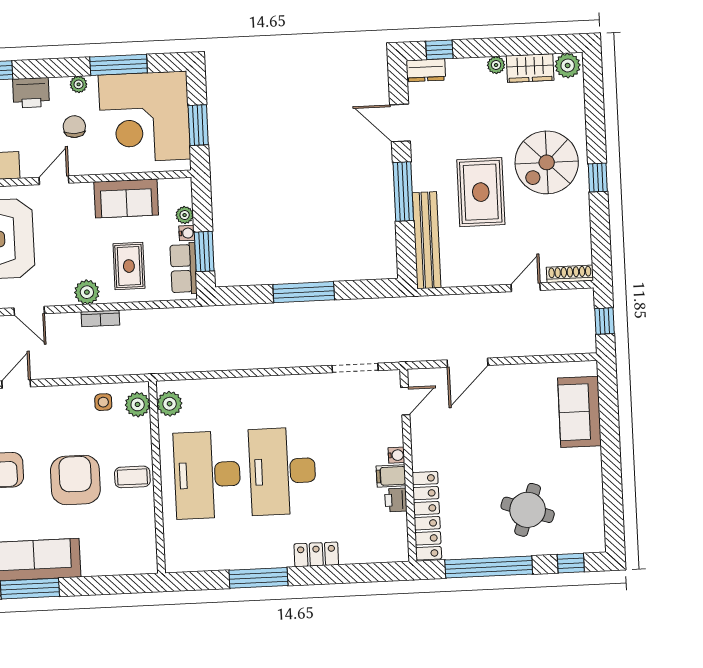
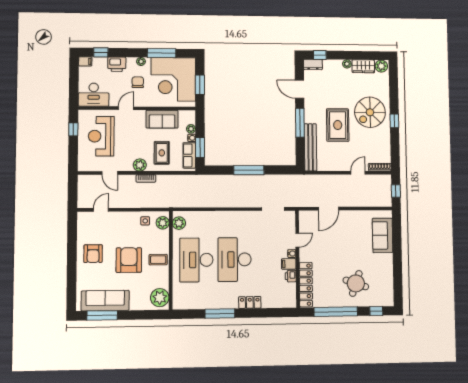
door: (405, 401) -> (297, 240), moved
plant: (139, 551) -> (160, 298), added

